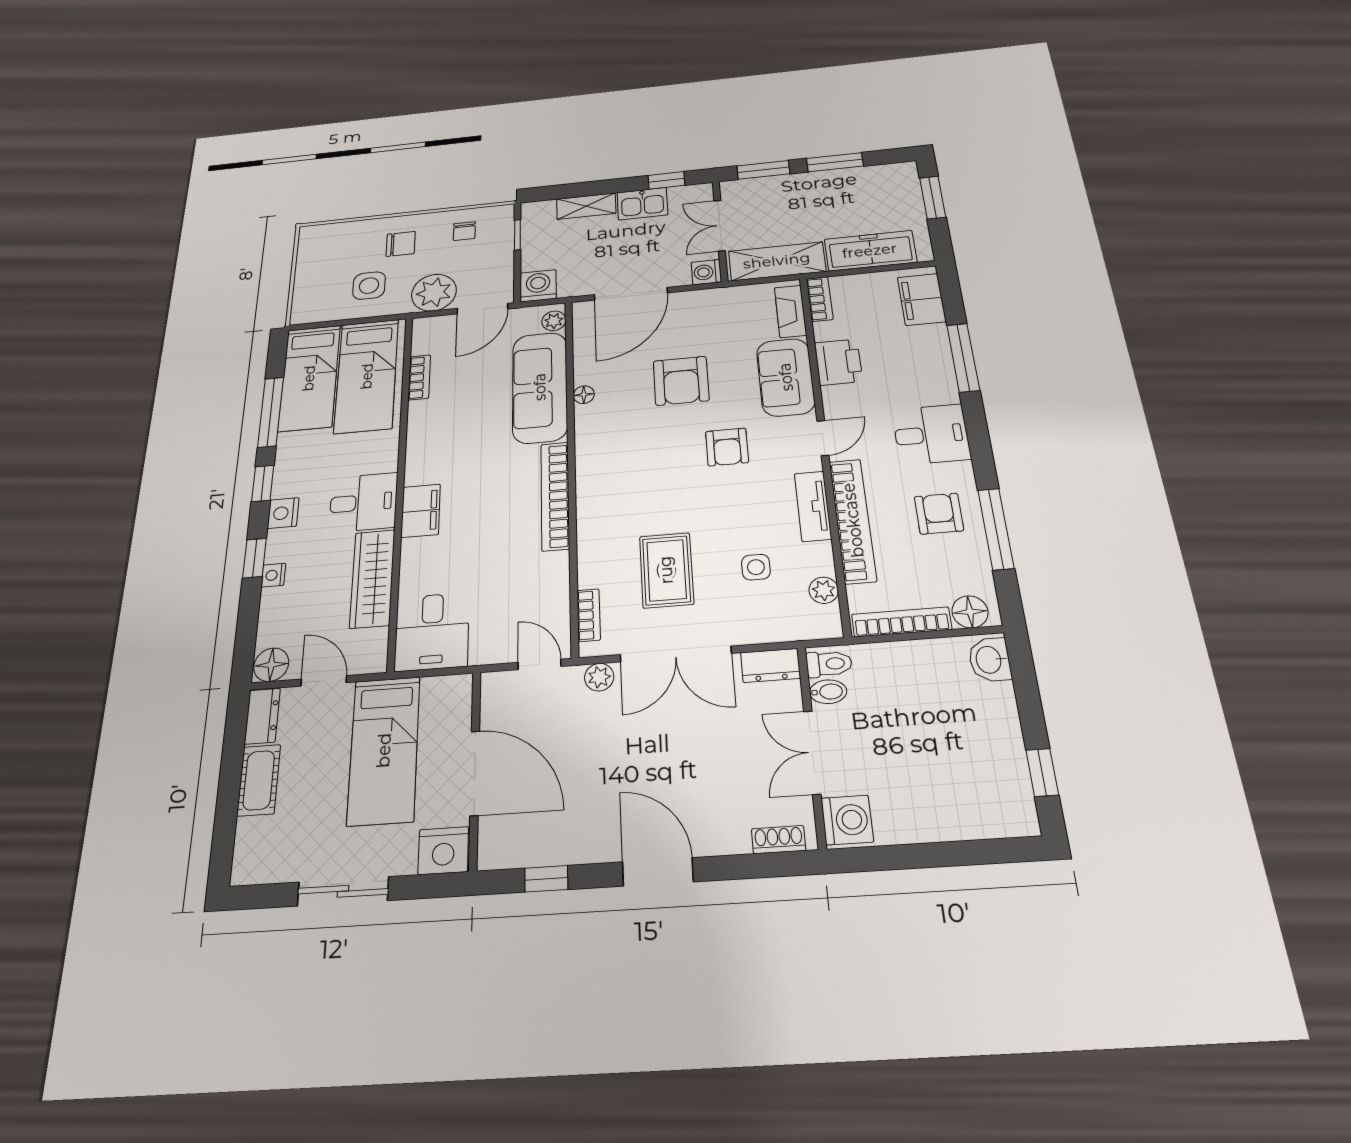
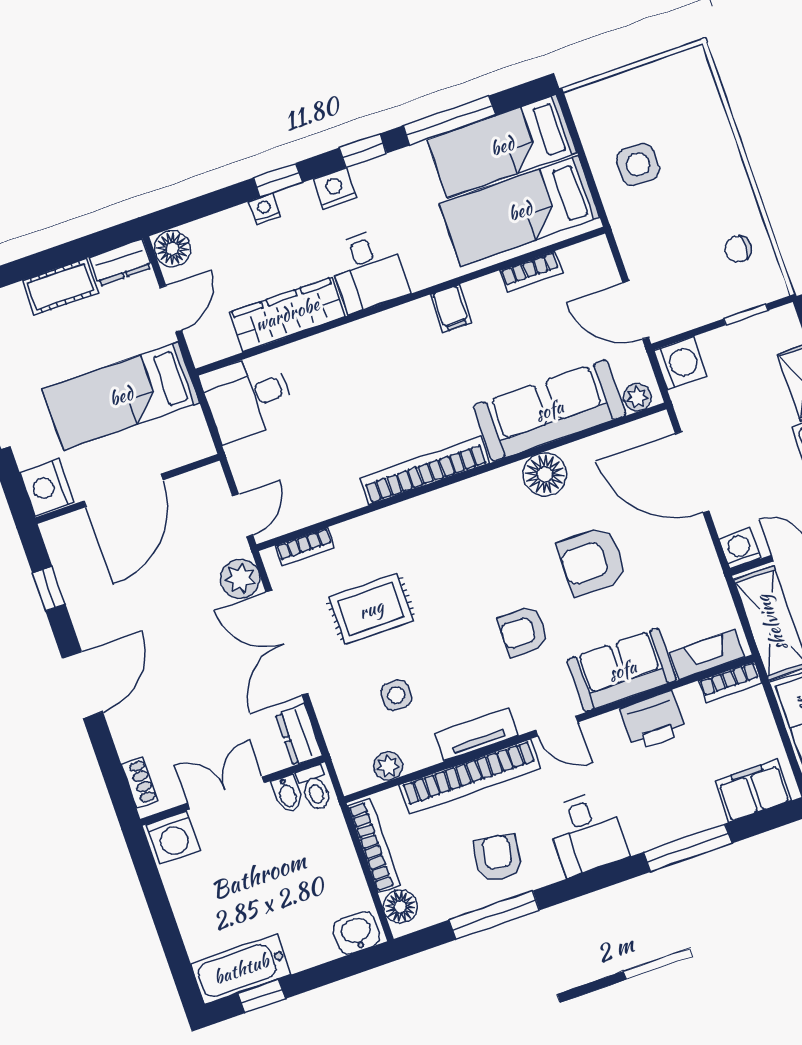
chair: (401, 244) -> (704, 179), removed
plant: (434, 293) -> (645, 245), removed
floor lamp: (584, 395) -> (545, 474), width x1.89, depth x1.89
filing cabinet: (421, 511) -> (451, 308), moved, width x0.50
armchair: (939, 514) -> (498, 858), turned -82
plant: (599, 677) -> (240, 579), width x1.38, depth x1.38
bathtub: (1008, 786) -> (241, 969), added

